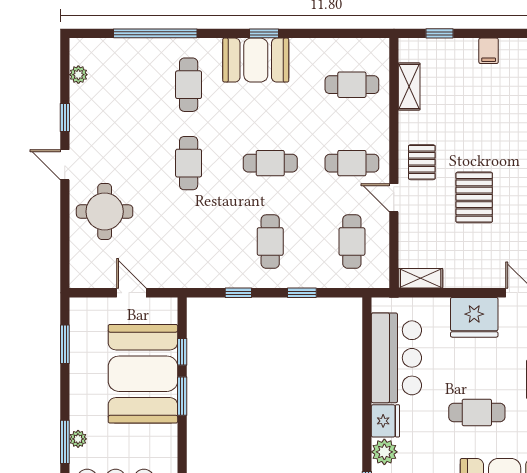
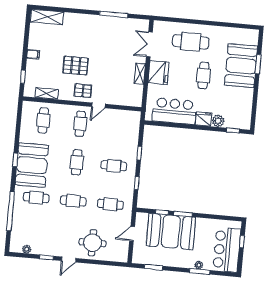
booth: (256, 60) -> (32, 165), width x1.36, depth x1.42
pallet: (474, 197) -> (76, 66), moved
cafe table: (352, 242) -> (110, 204), moved
shelving: (421, 278) -> (140, 74), moved

